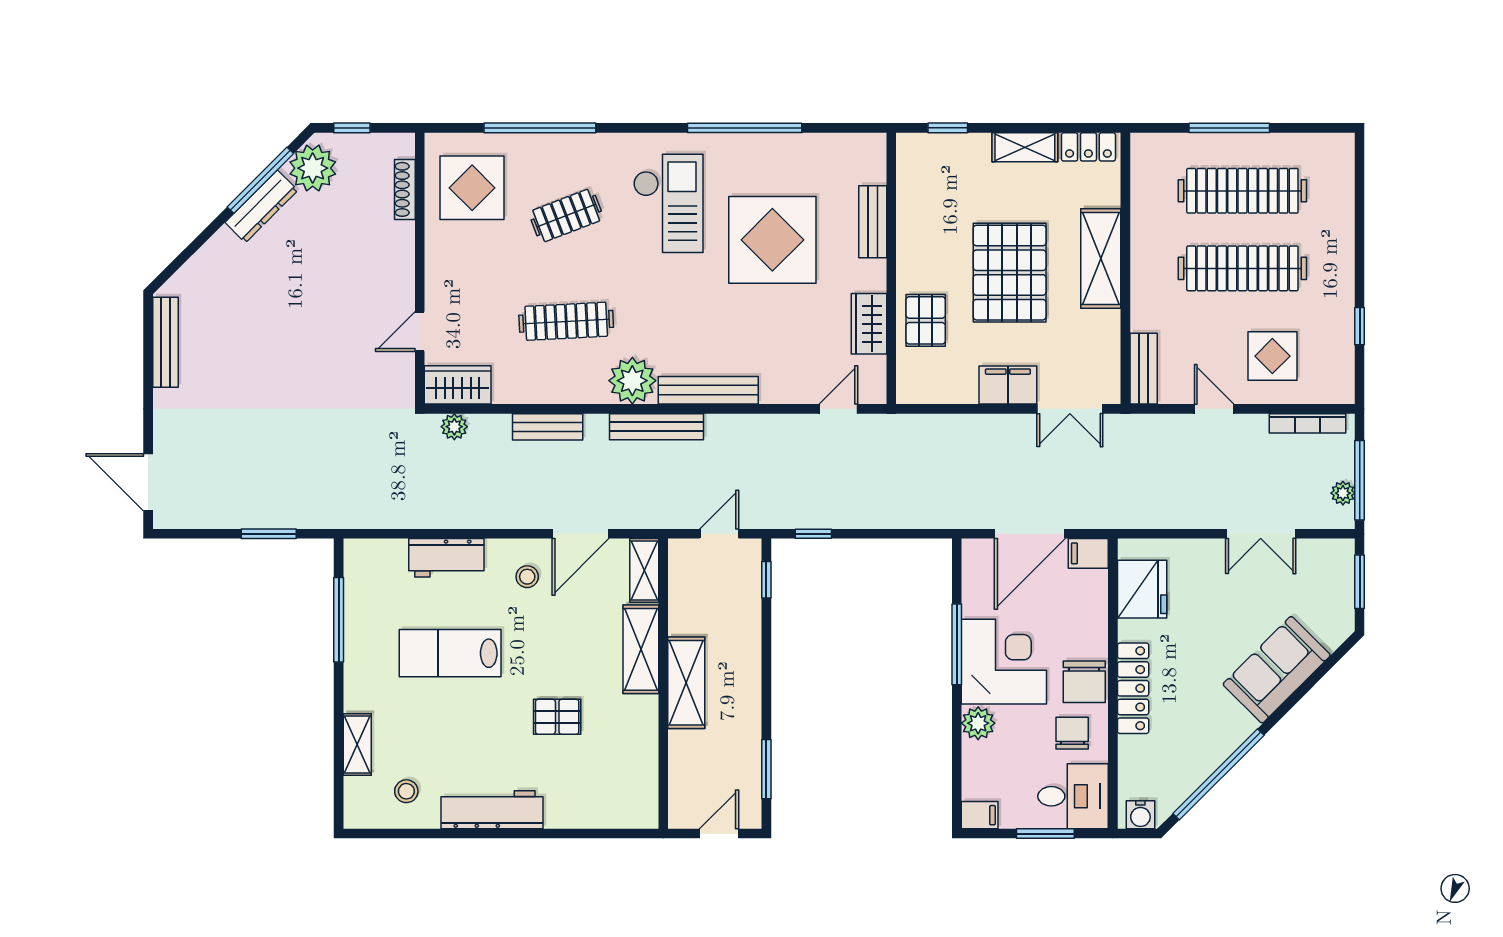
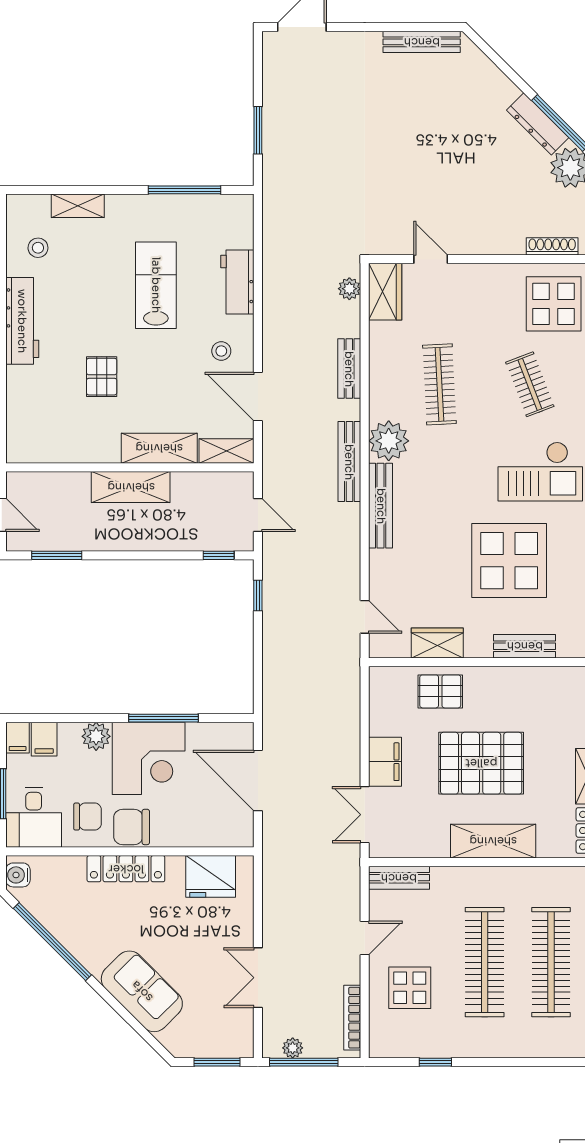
filing cabinet: (1088, 553) -> (44, 739), moved, turned 180

